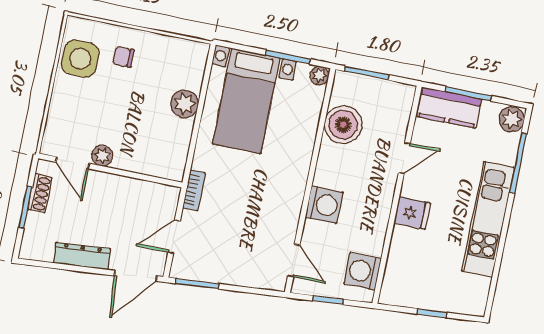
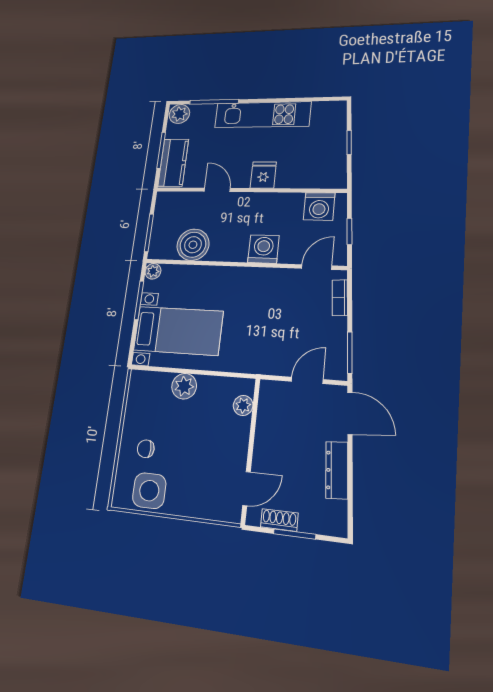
chair: (123, 57) -> (146, 449), turned 90
plant: (102, 156) -> (243, 405), moved
bookcase: (194, 190) -> (340, 298), moved, turned -94
door: (174, 237) -> (307, 380), swing flipped

